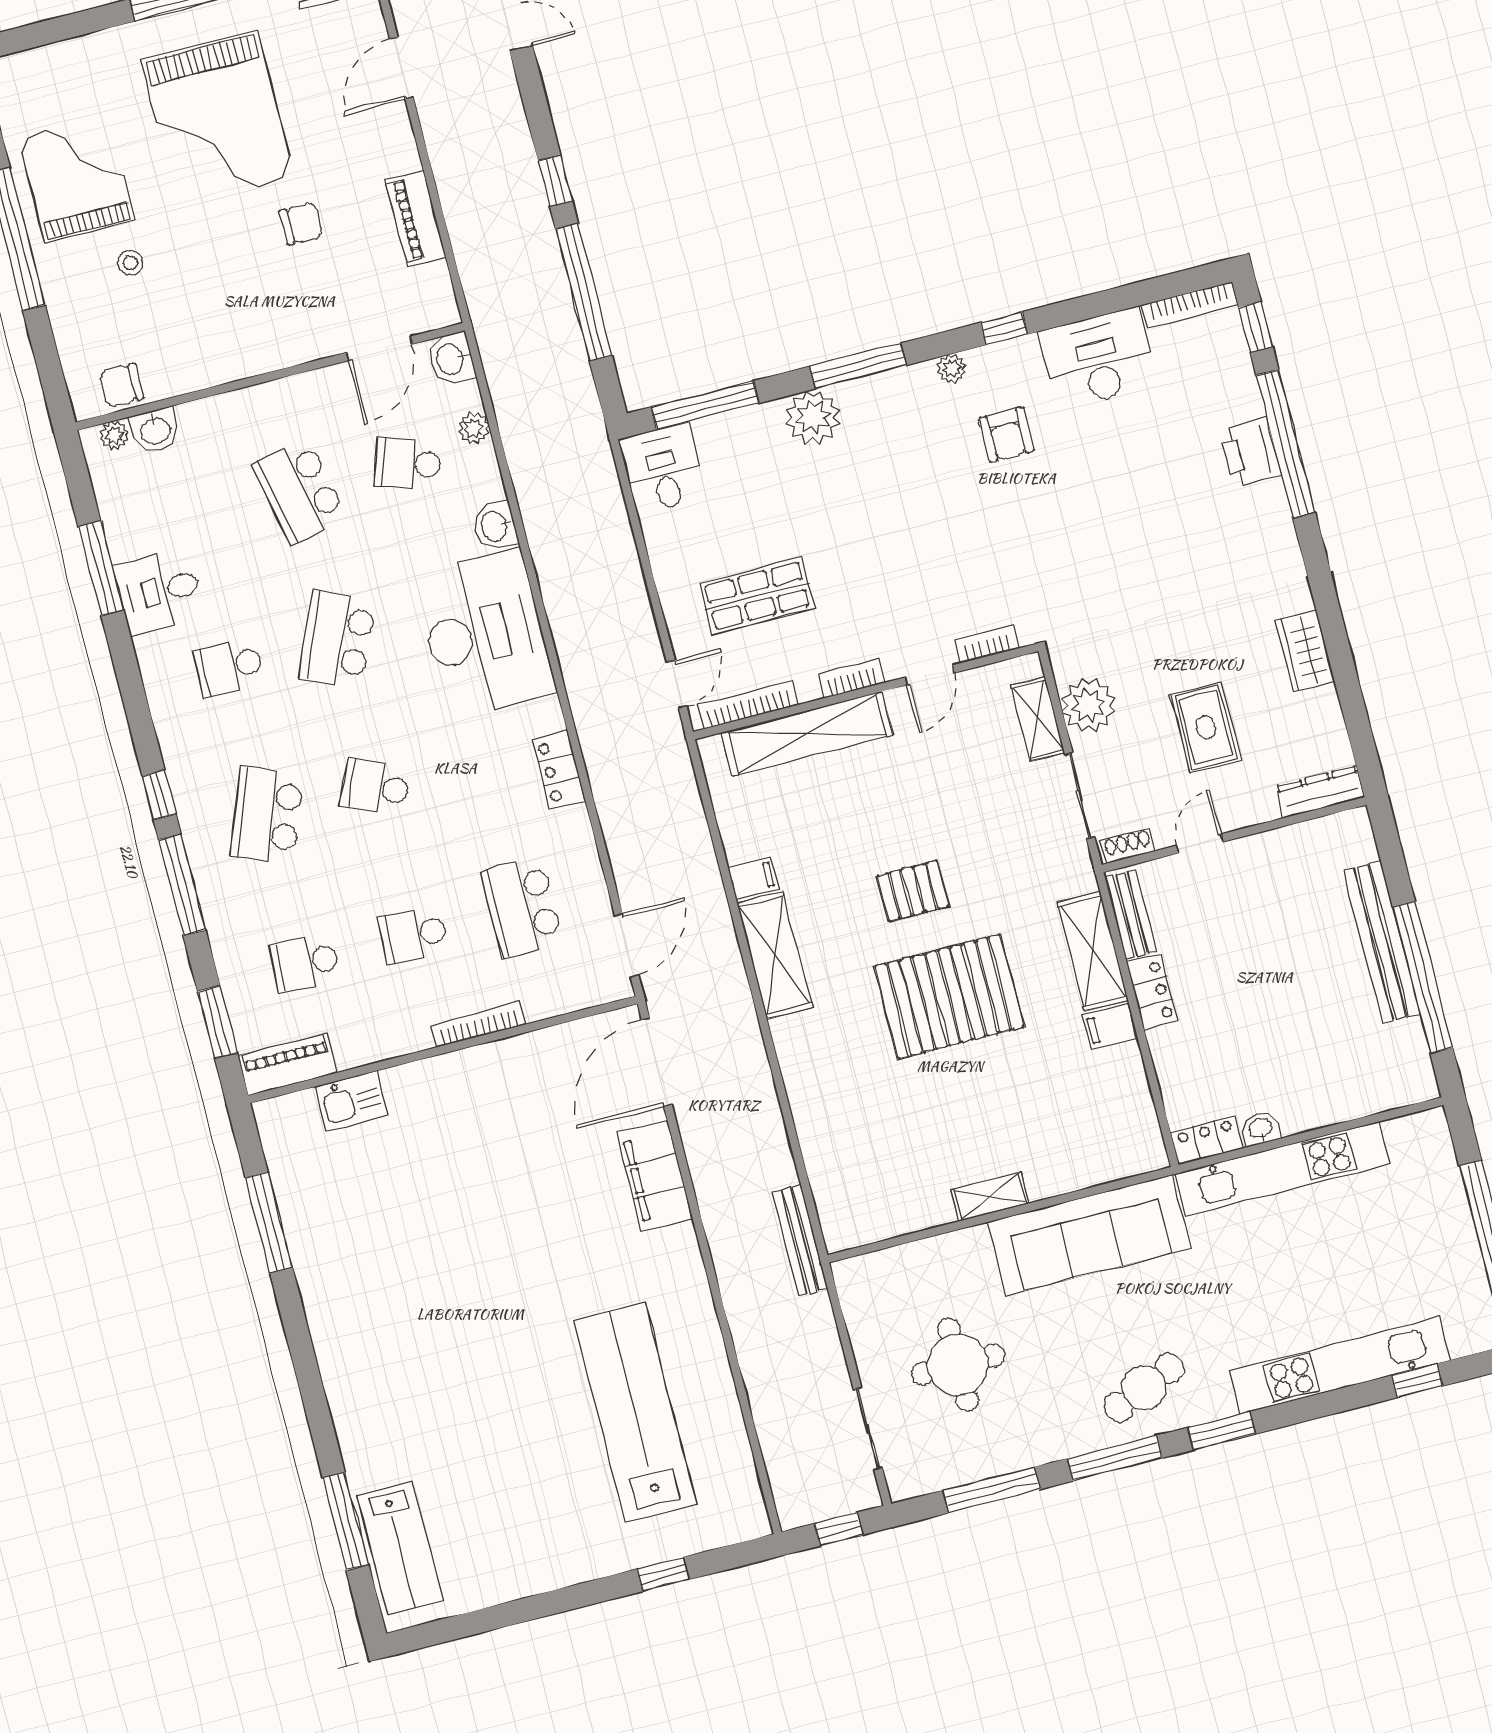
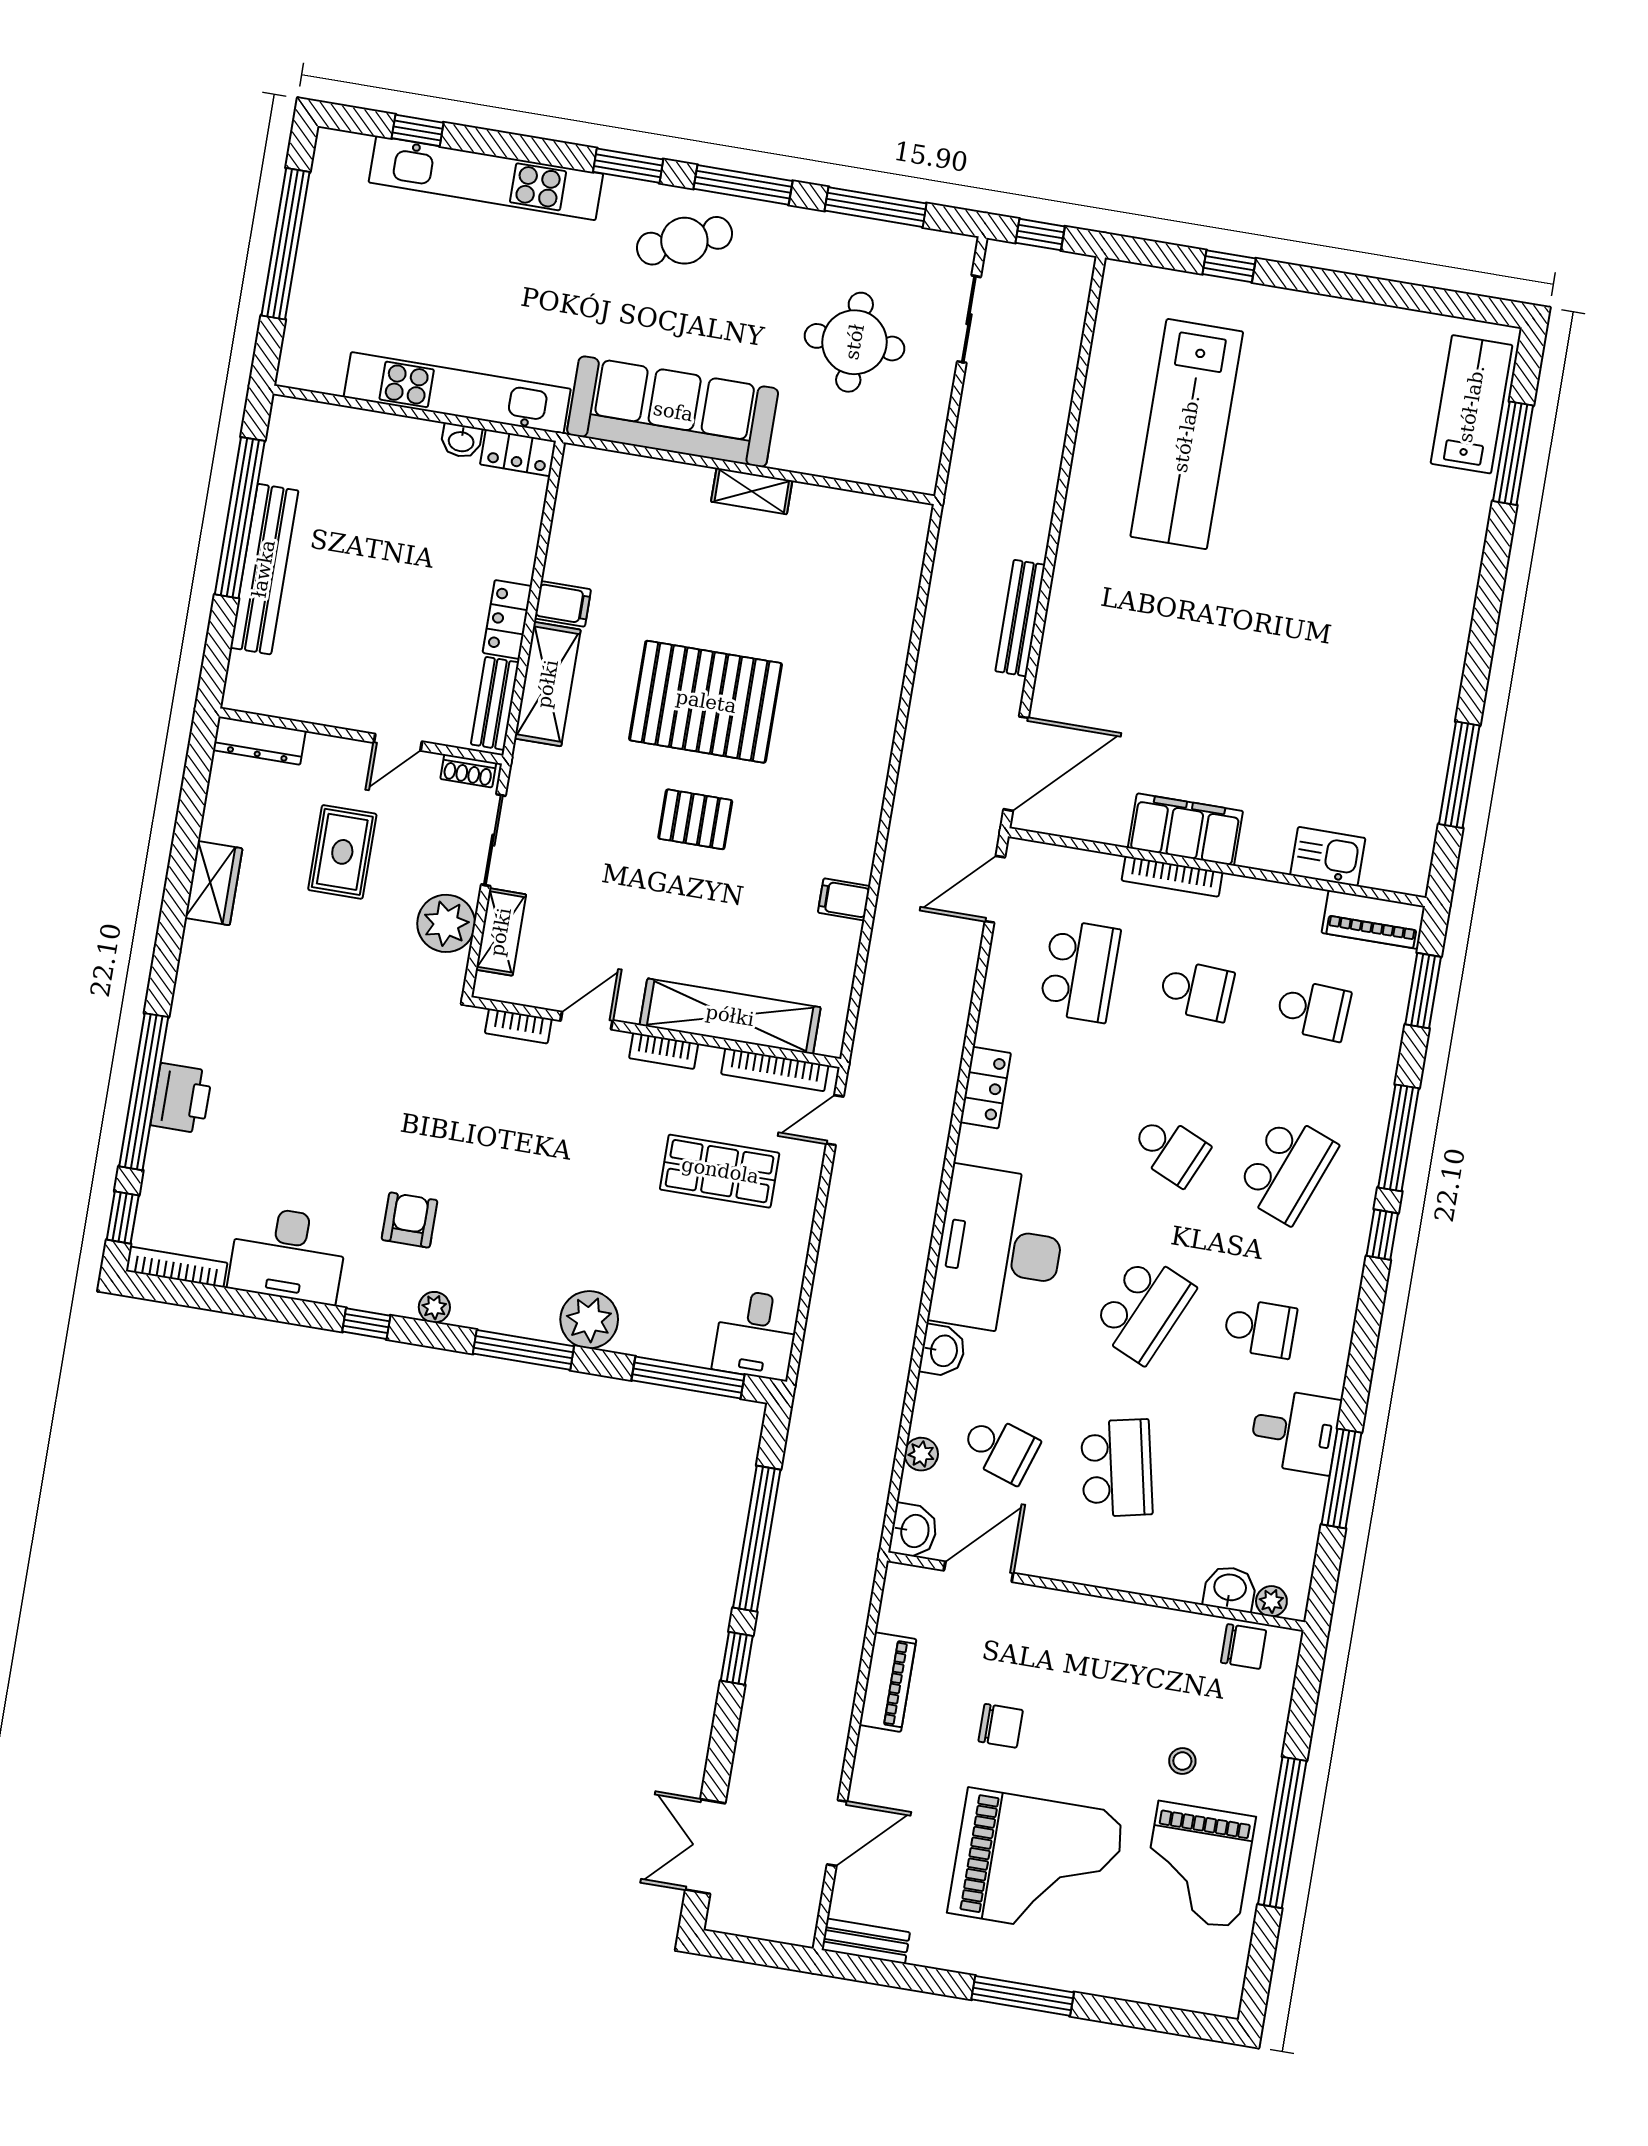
grand piano: (218, 118) -> (1036, 1863), turned 90
chair: (301, 224) -> (1001, 1726), turned 180
shelving: (775, 955) -> (856, 816), removed
filing cabinet: (655, 1176) -> (1185, 830), moved, turned -90
bench: (800, 1240) -> (1020, 618), moved

